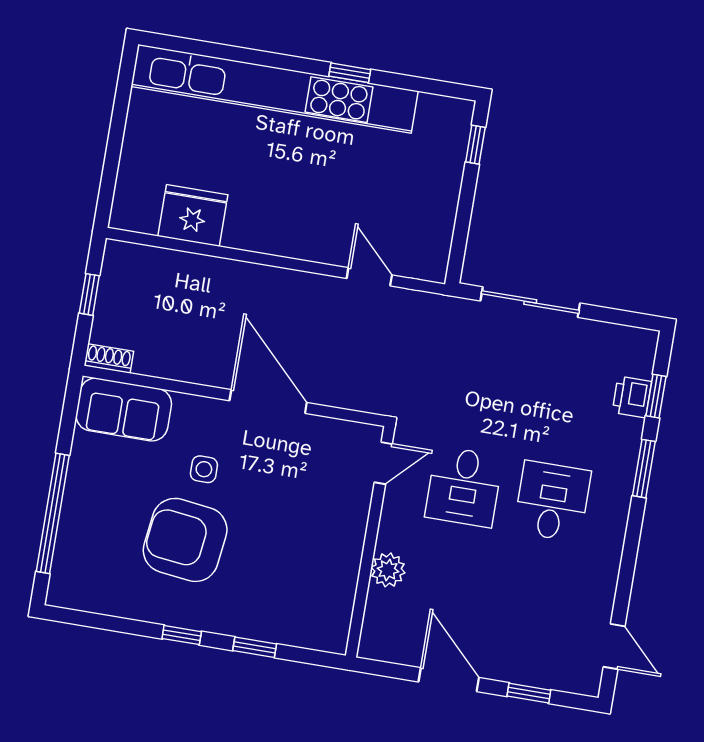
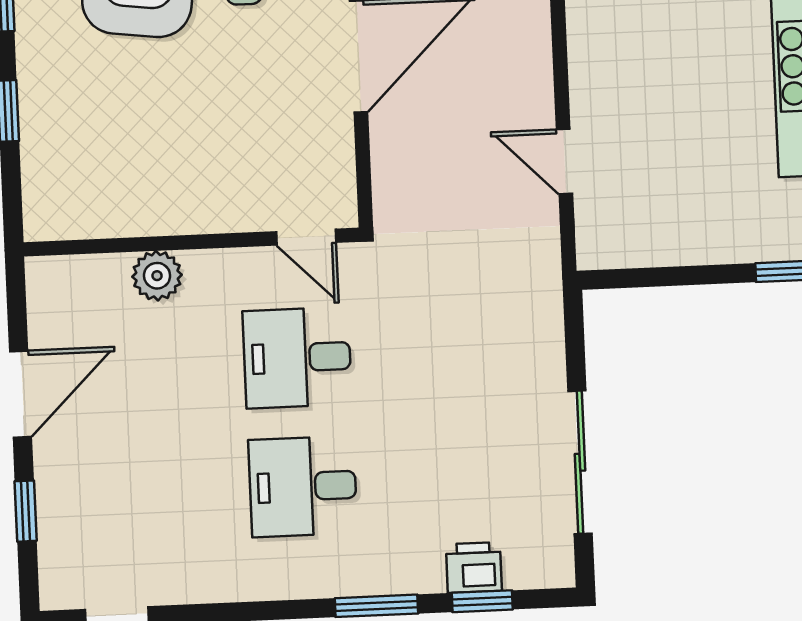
door: (369, 277) -> (564, 162), swing flipped
sliding door: (530, 302) -> (580, 462), moved
desk: (552, 501) -> (303, 487), turned 180

